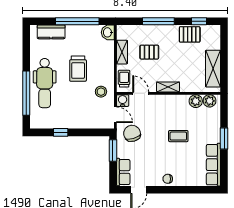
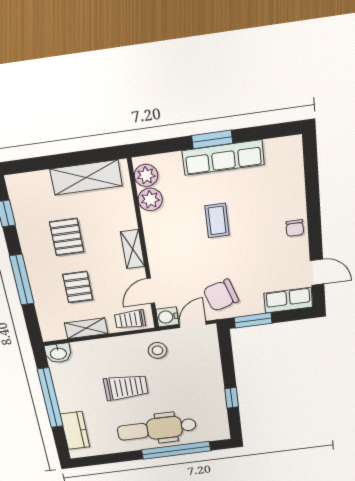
pallet: (190, 34) -> (67, 237), moved
dental chair: (45, 83) -> (157, 429), turned 180
row of seats: (213, 165) -> (223, 158), moved

